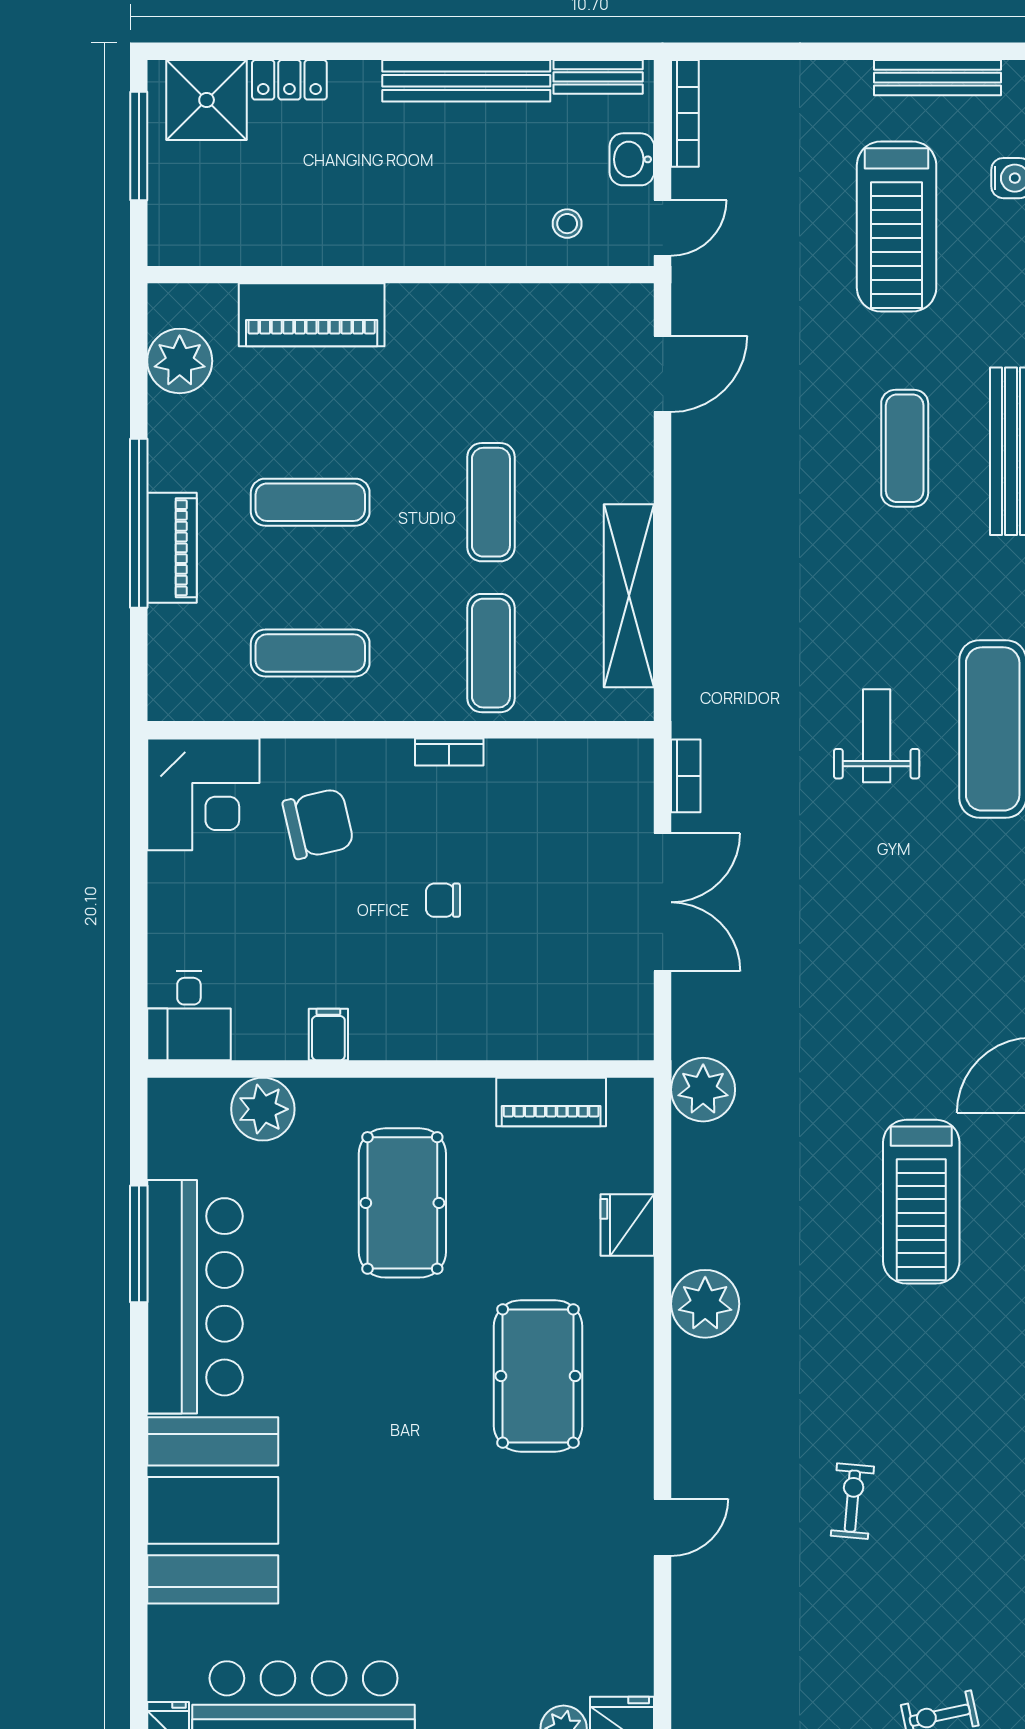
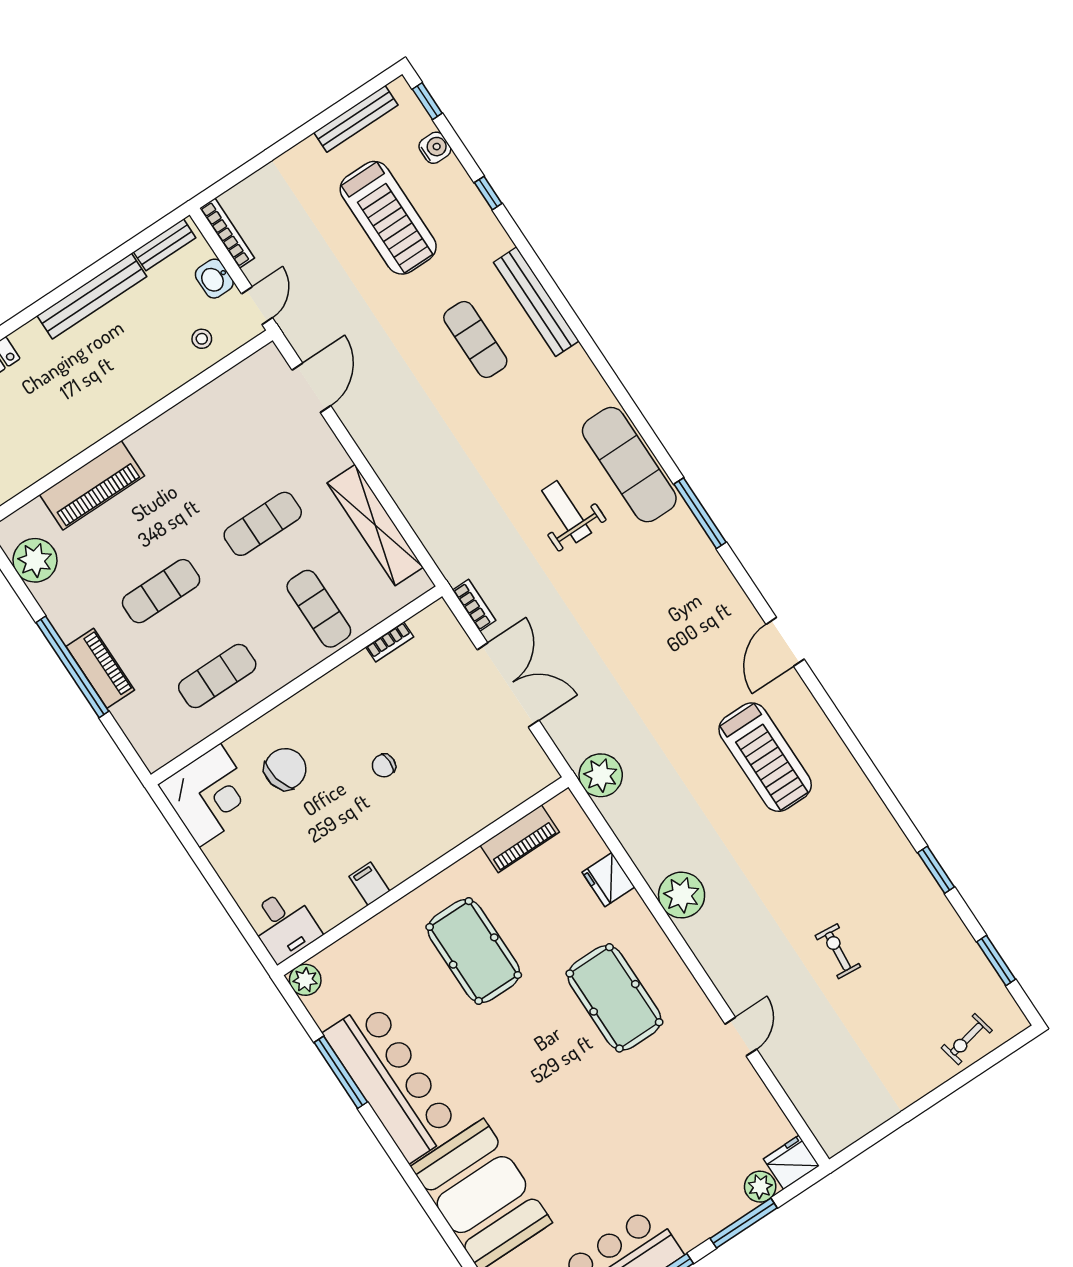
exercise mat: (491, 502) -> (263, 524), turned 90
bookcase: (449, 752) -> (390, 642), moved
plant: (263, 1109) -> (305, 980), moved, width x0.73, depth x0.73

